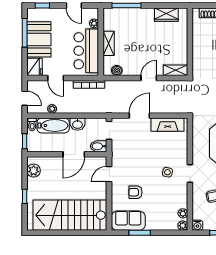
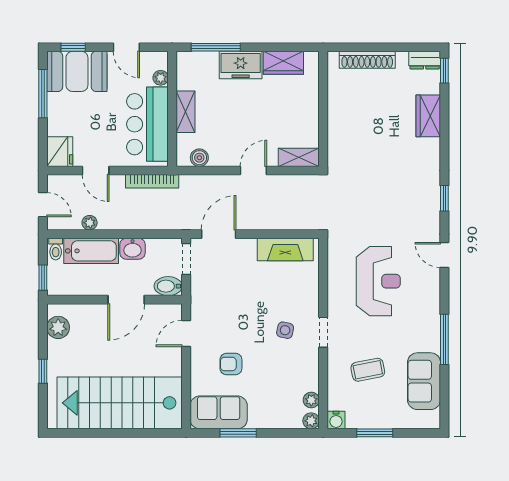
freezer: (141, 16) -> (241, 65), added
booth: (39, 39) -> (77, 71), moved, turned 90
door: (139, 116) -> (219, 234), moved

